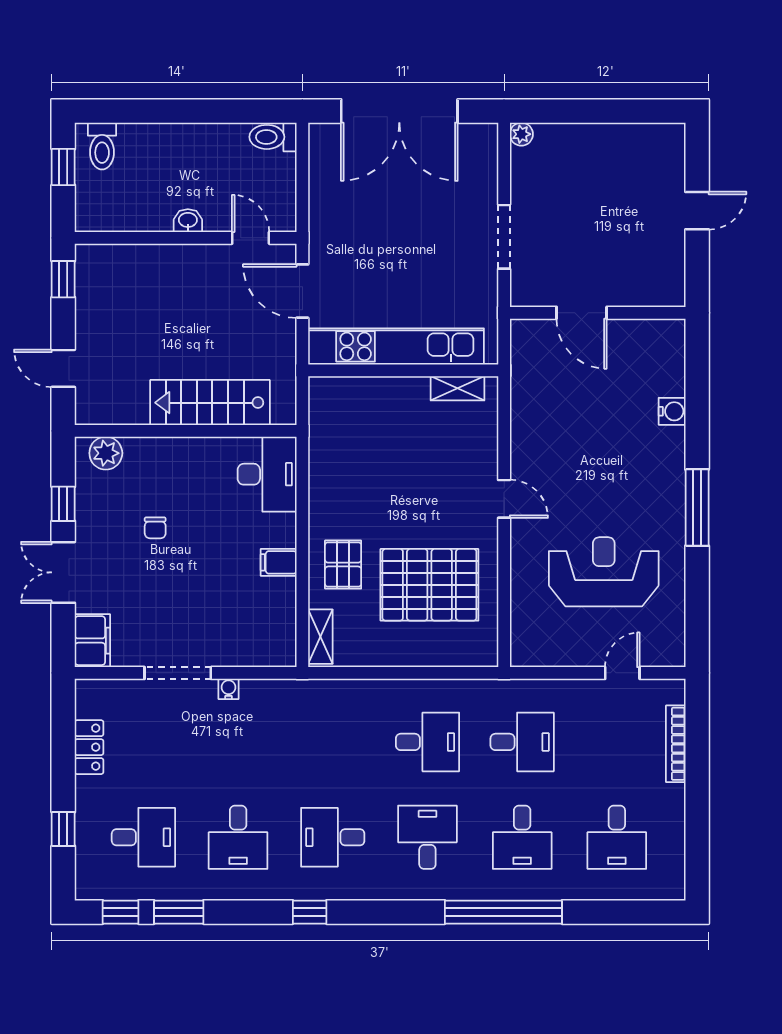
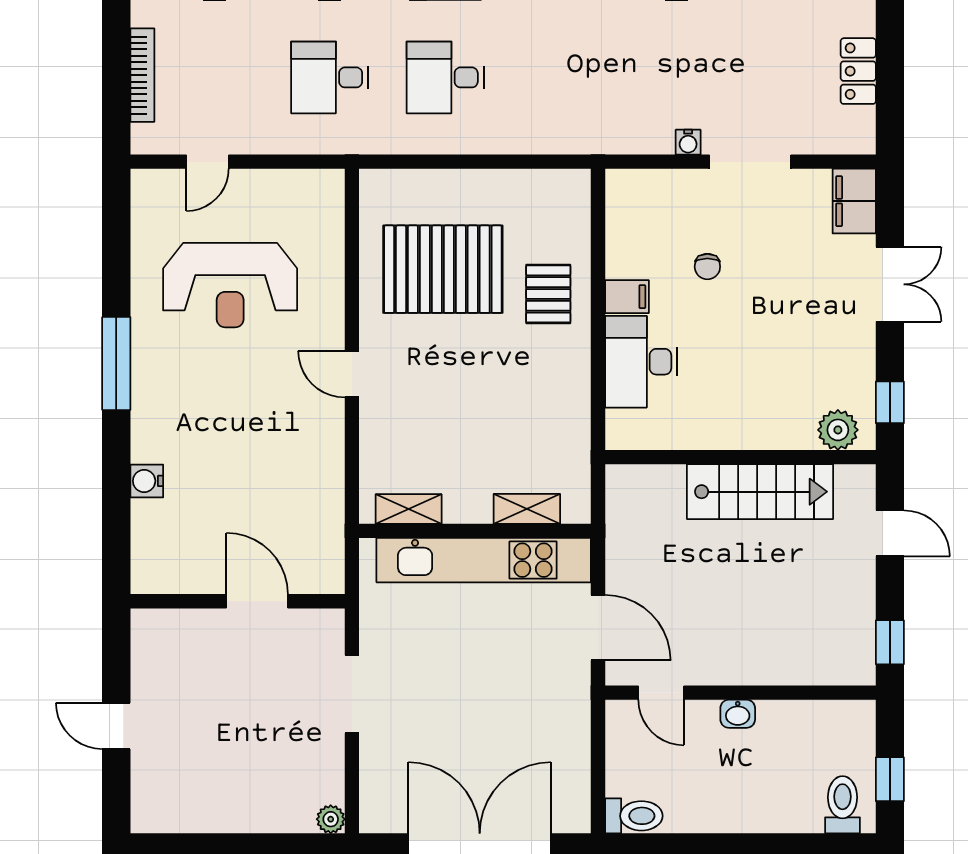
door: (697, 211) -> (116, 726), hinge flipped
stairs: (210, 403) -> (760, 492), moved
desk: (267, 474) -> (641, 362), moved
window: (63, 504) -> (890, 402), moved
chair: (155, 528) -> (707, 267), moved, turned 180
shelving: (320, 637) -> (527, 509), moved, turned 90

